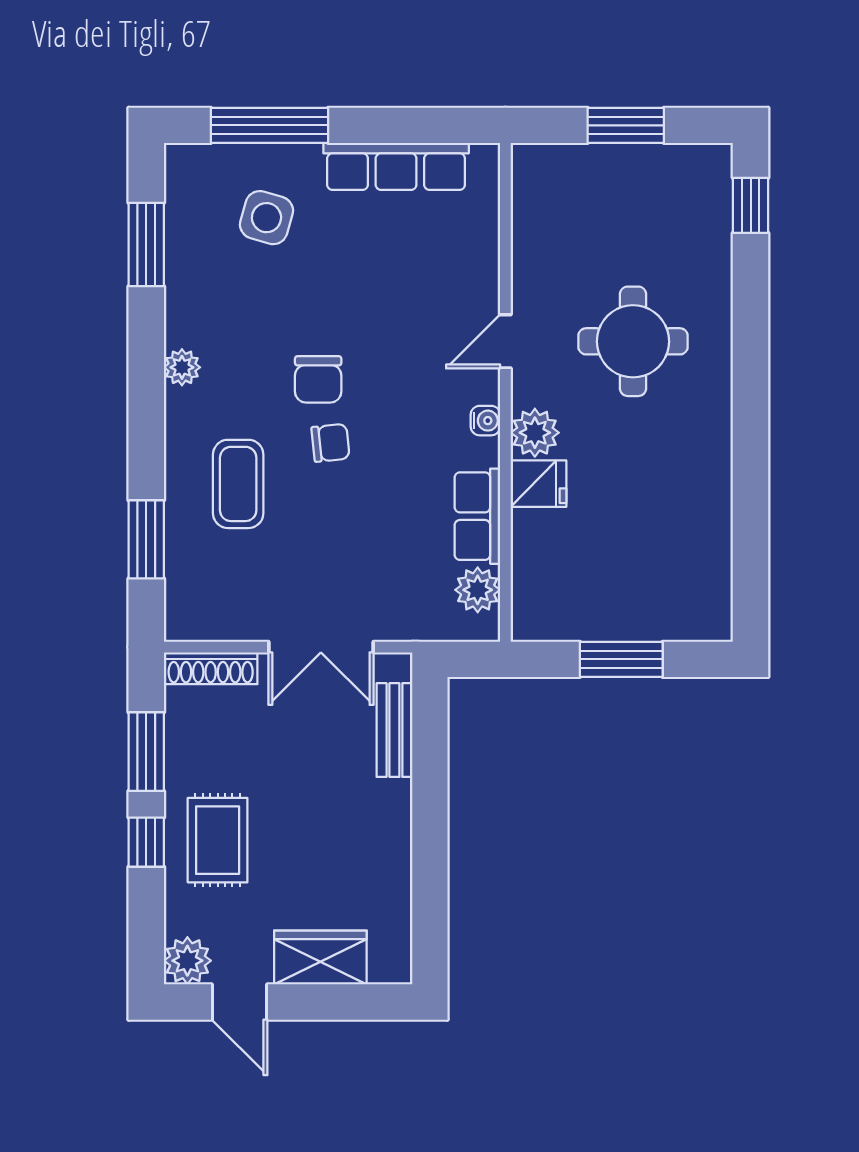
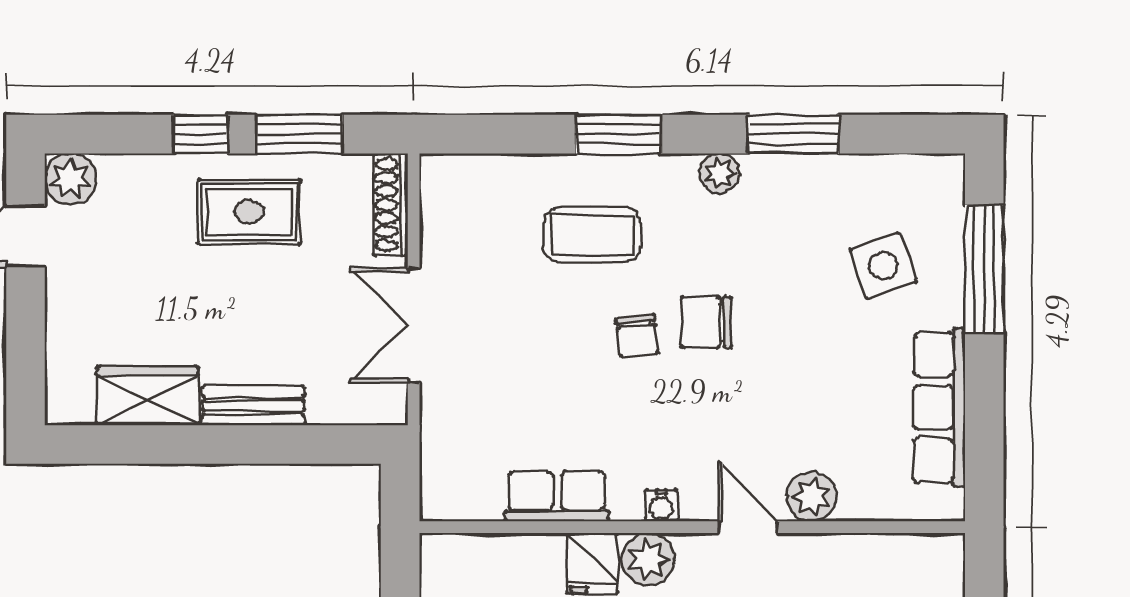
side table: (266, 218) -> (883, 266), turned -36
window: (146, 245) -> (793, 134), moved
window: (146, 539) -> (619, 134), moved
plant: (478, 590) -> (812, 497), moved
bench: (394, 730) -> (253, 406), moved
rug: (218, 840) -> (249, 212), moved
wardrobe: (320, 957) -> (148, 396), moved, turned -90

